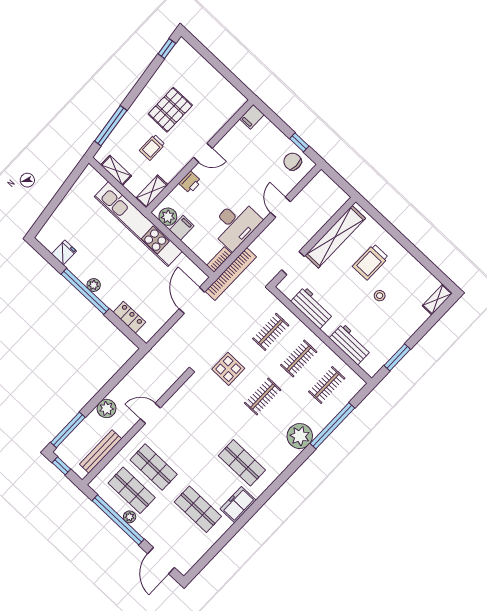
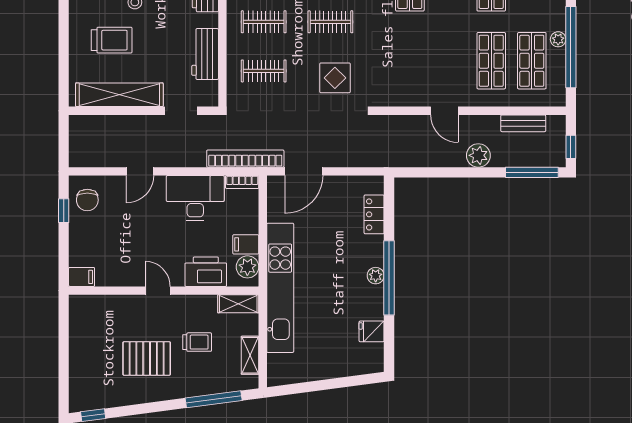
printer: (190, 182) -> (206, 272), width x1.87, depth x1.48
bench: (101, 452) -> (523, 123), width x0.73

